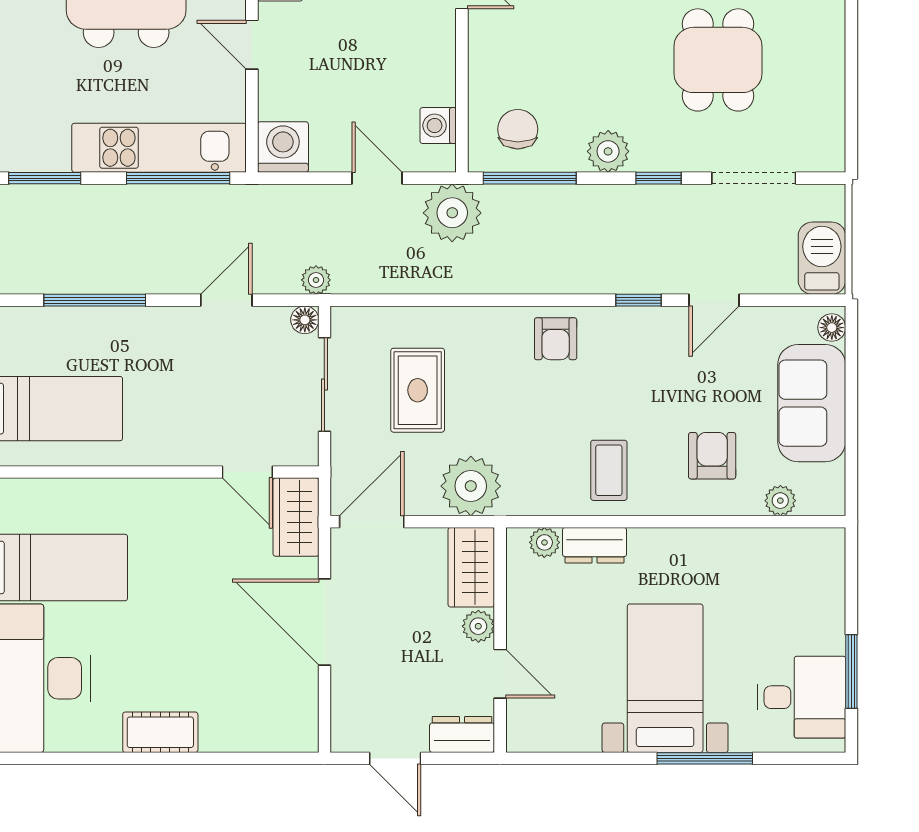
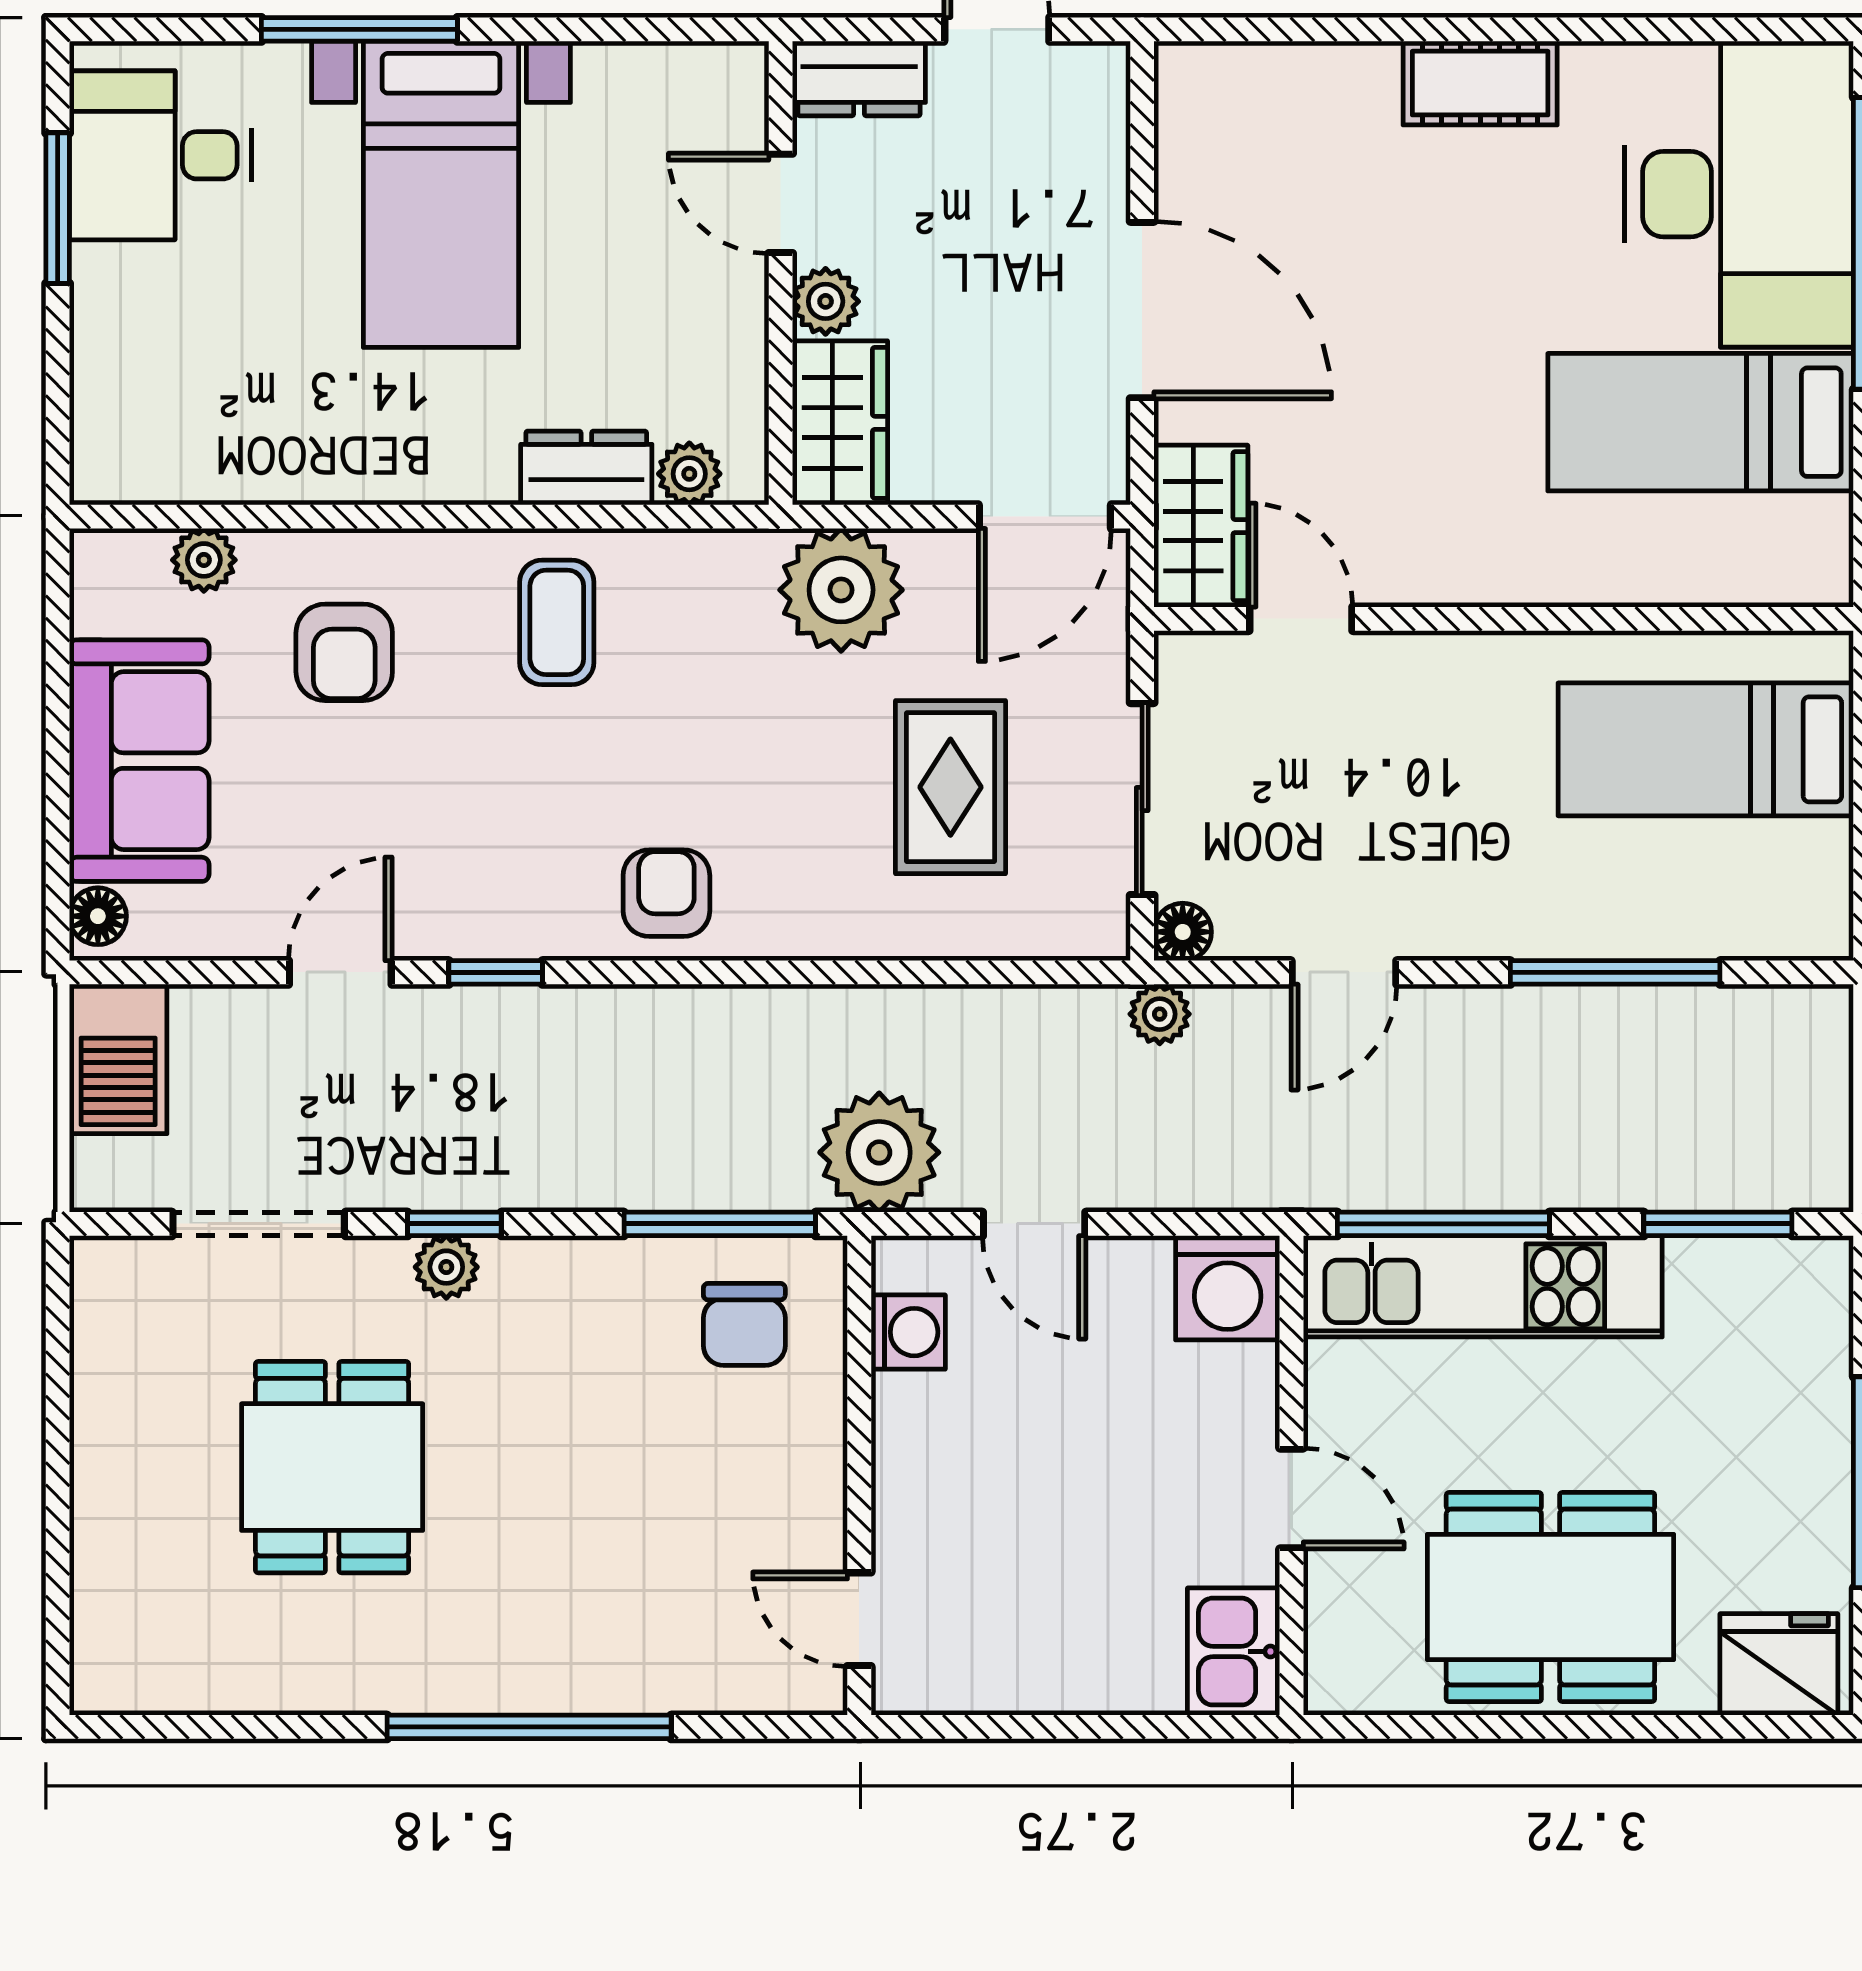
plant: (608, 151) -> (446, 1267), moved, width x0.73, depth x0.73

